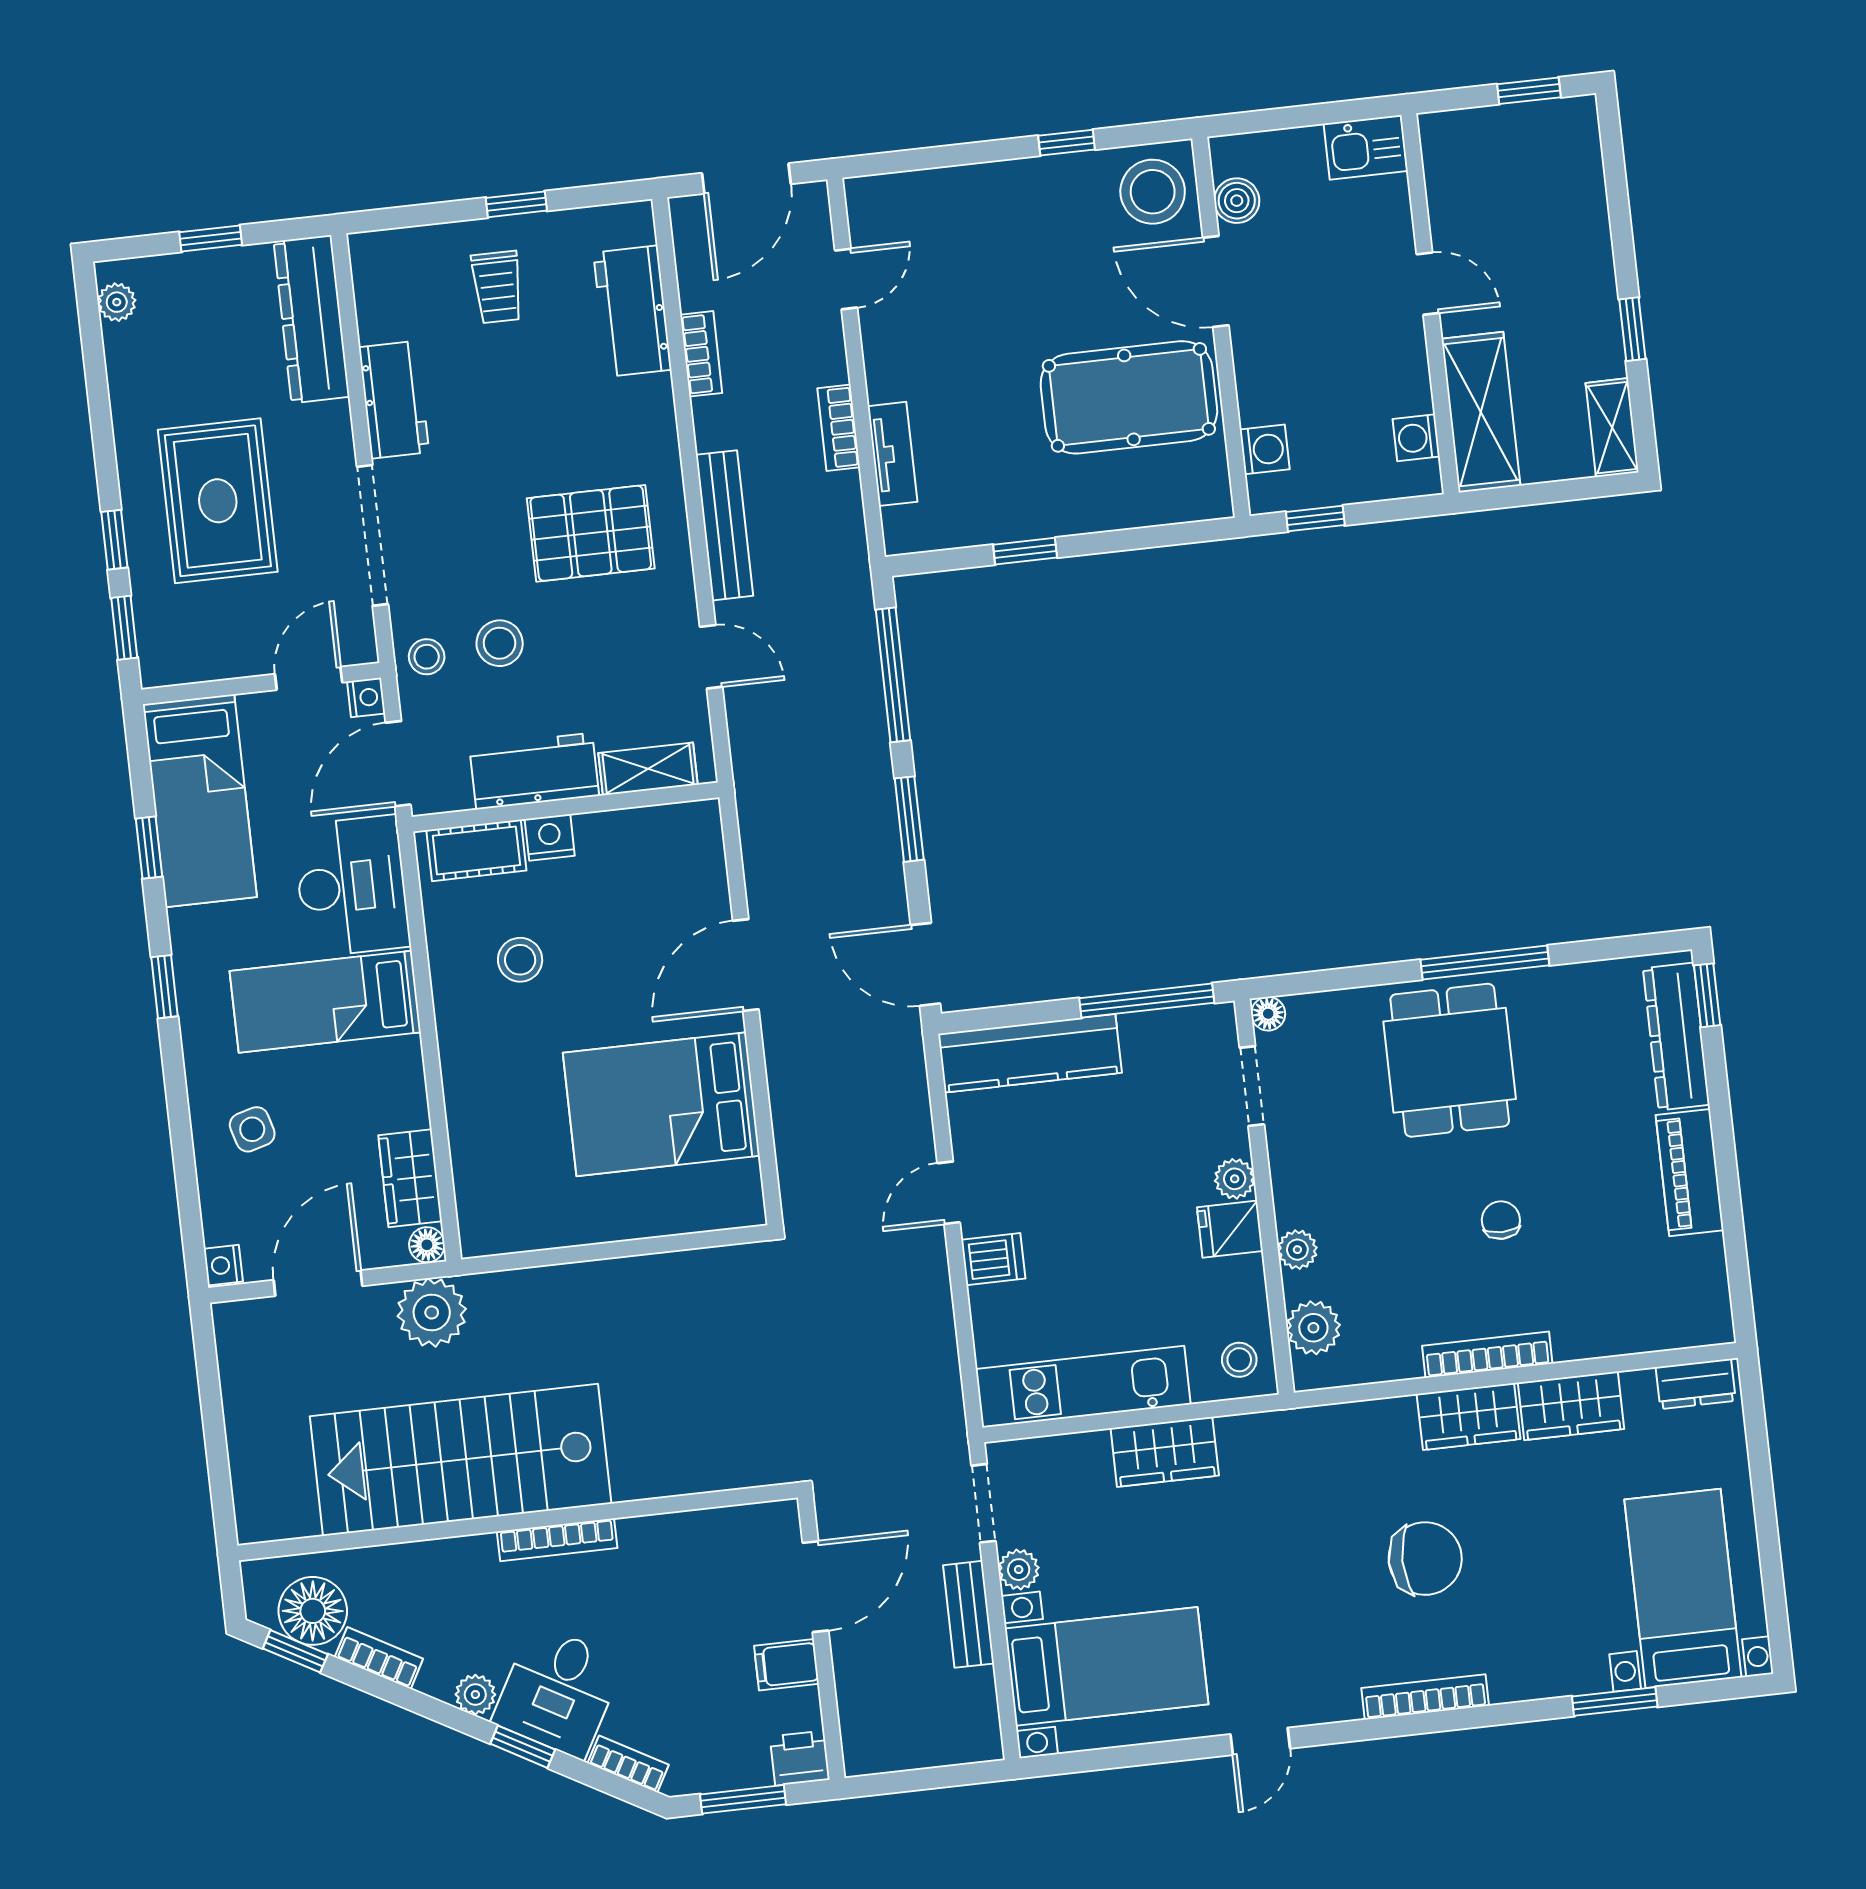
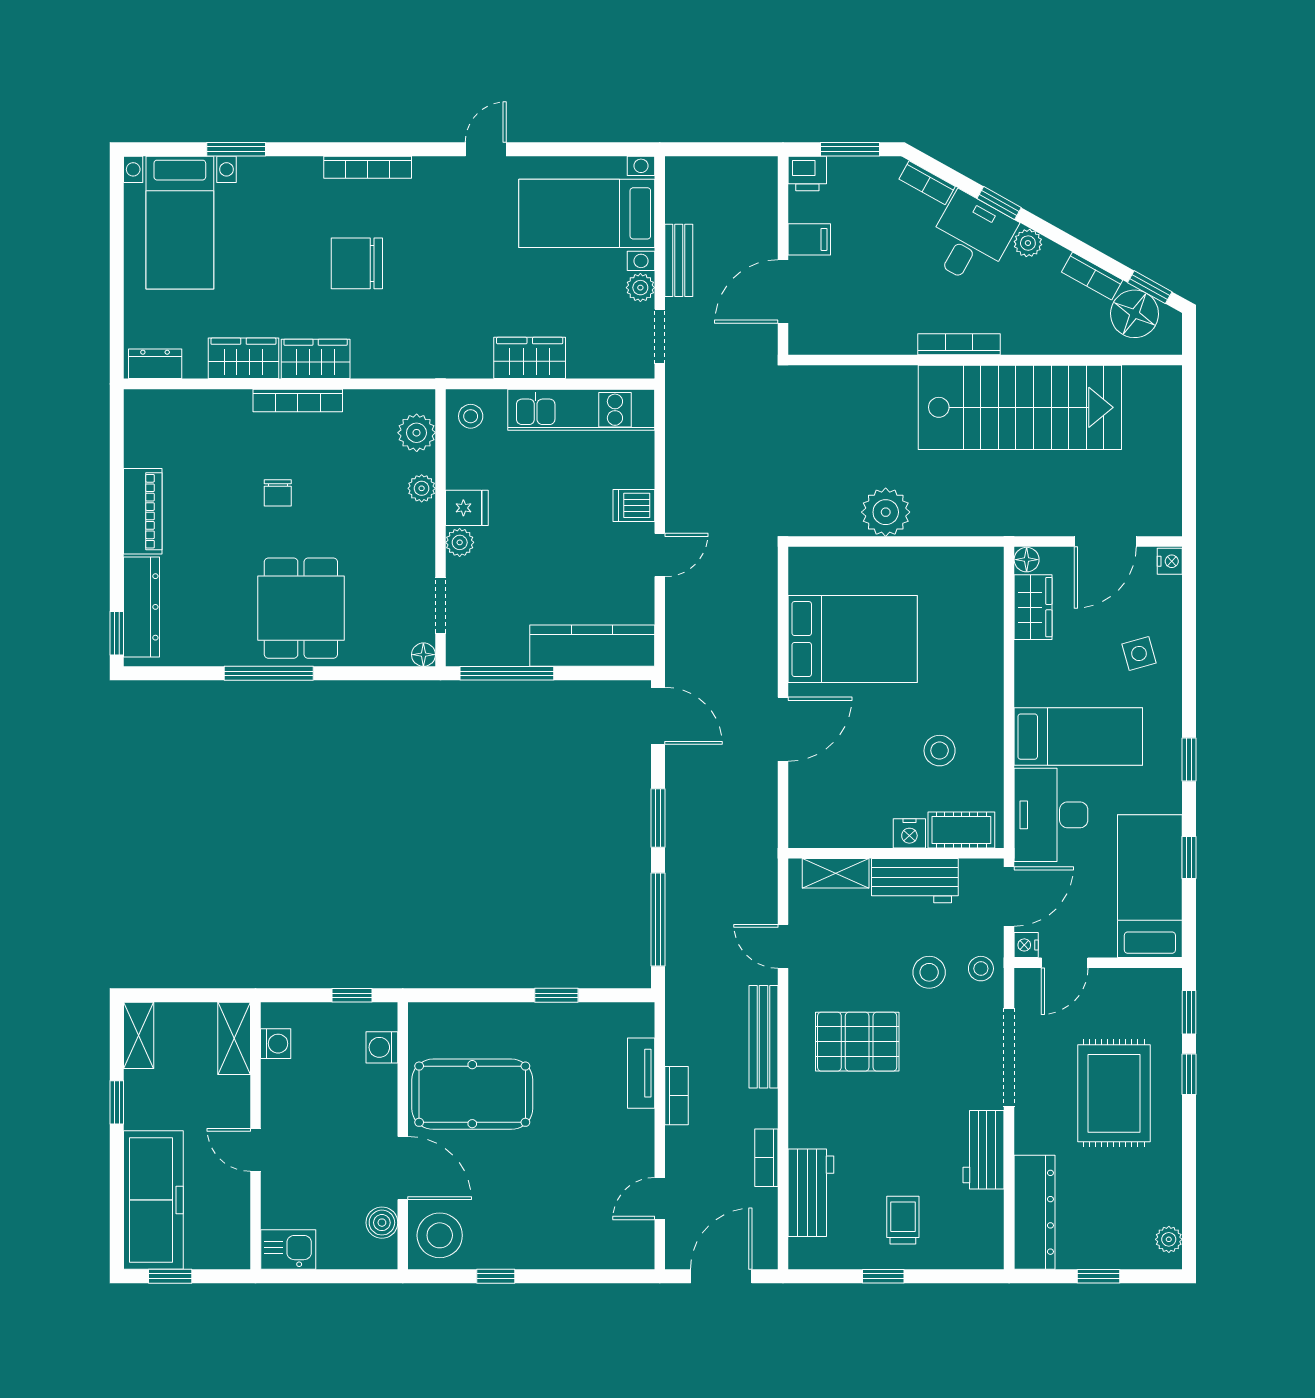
freezer: (1565, 196) -> (153, 1200), added
shelving: (1481, 412) -> (234, 1038), width x0.67, depth x0.75
plant: (432, 1312) -> (886, 512), moved

